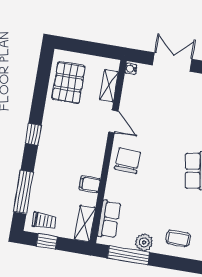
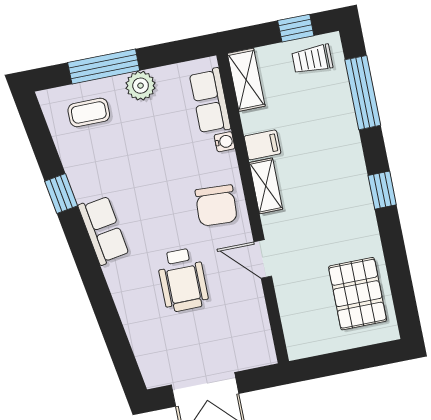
water cooler: (131, 69) -> (225, 142), moved
shelving: (109, 86) -> (266, 186), moved
wheelchair: (162, 127) -> (183, 280), added
window: (128, 255) -> (104, 67), moved

